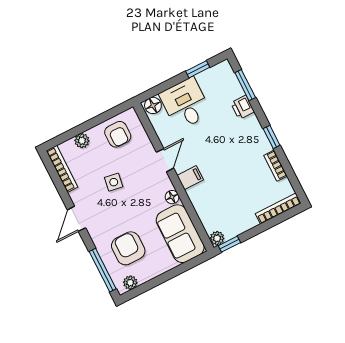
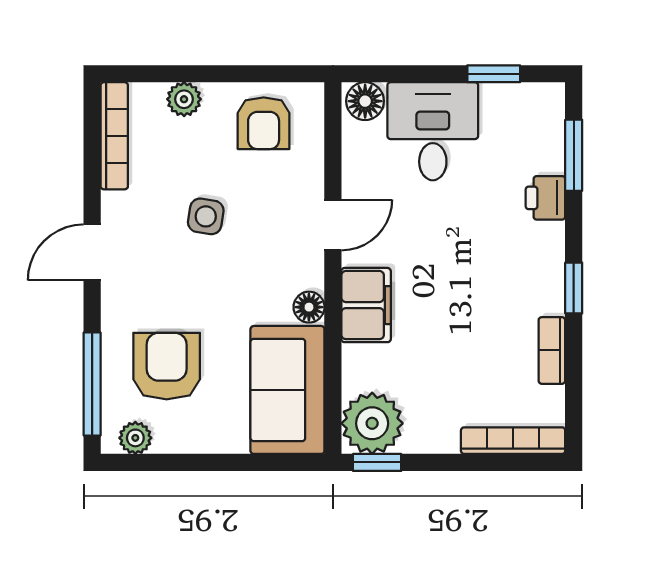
filing cabinet: (190, 178) -> (366, 305), width x2.00
plant: (217, 238) -> (372, 423), width x1.87, depth x1.87

